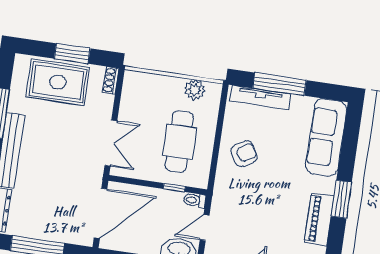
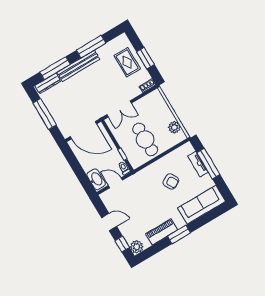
rug: (58, 82) -> (127, 62), width x0.73, depth x0.70
tv unit: (260, 97) -> (198, 164), width x0.71
cafe table: (179, 141) -> (145, 139), turned 90
armchair: (244, 154) -> (171, 182), moved

